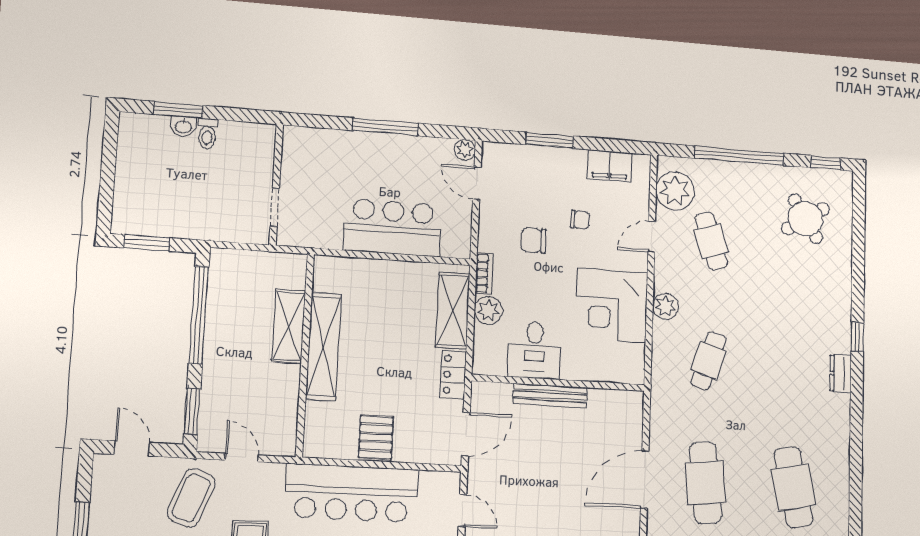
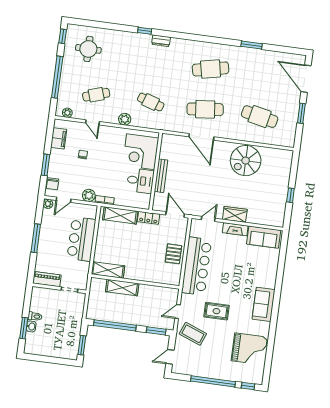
piano: (295, 156) -> (47, 279), added
plant: (675, 191) -> (67, 113), width x0.53, depth x0.53
round table: (805, 219) -> (88, 49), turned 32
chair: (534, 240) -> (53, 184), moved
corner desk: (612, 305) -> (141, 152), moved, turned 90
plant: (488, 310) -> (89, 195), moved
shelving: (323, 346) -> (108, 270), moved, width x0.68
pallet: (376, 437) -> (173, 254), turned 90

